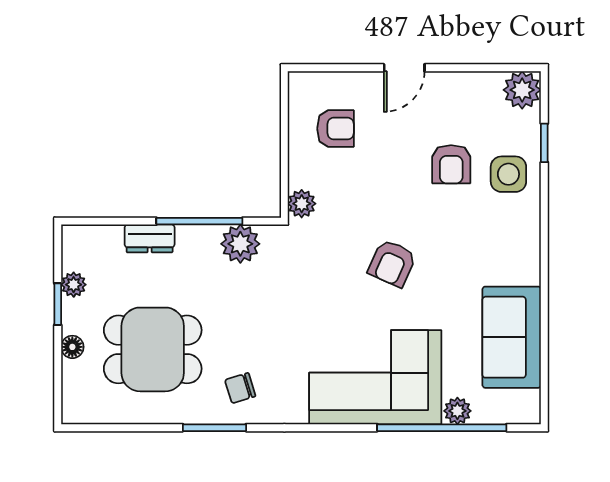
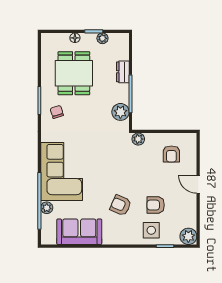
armchair: (392, 263) -> (121, 205), moved

